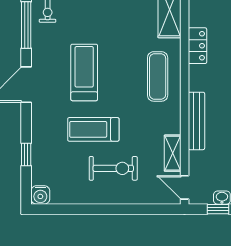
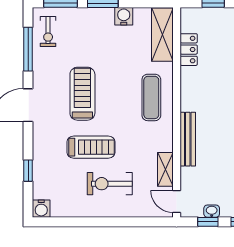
locker: (197, 46) -> (189, 50), moved
treadmill: (93, 129) -> (91, 147), turned 180
exercise bike: (113, 168) -> (110, 184), turned 180

